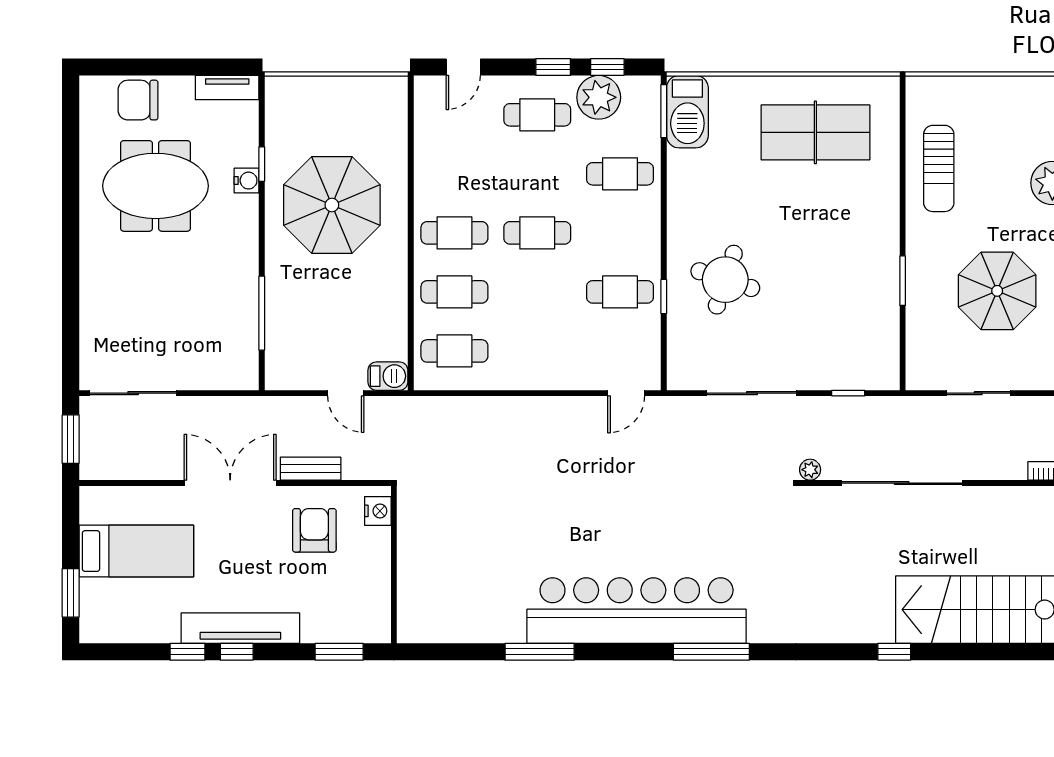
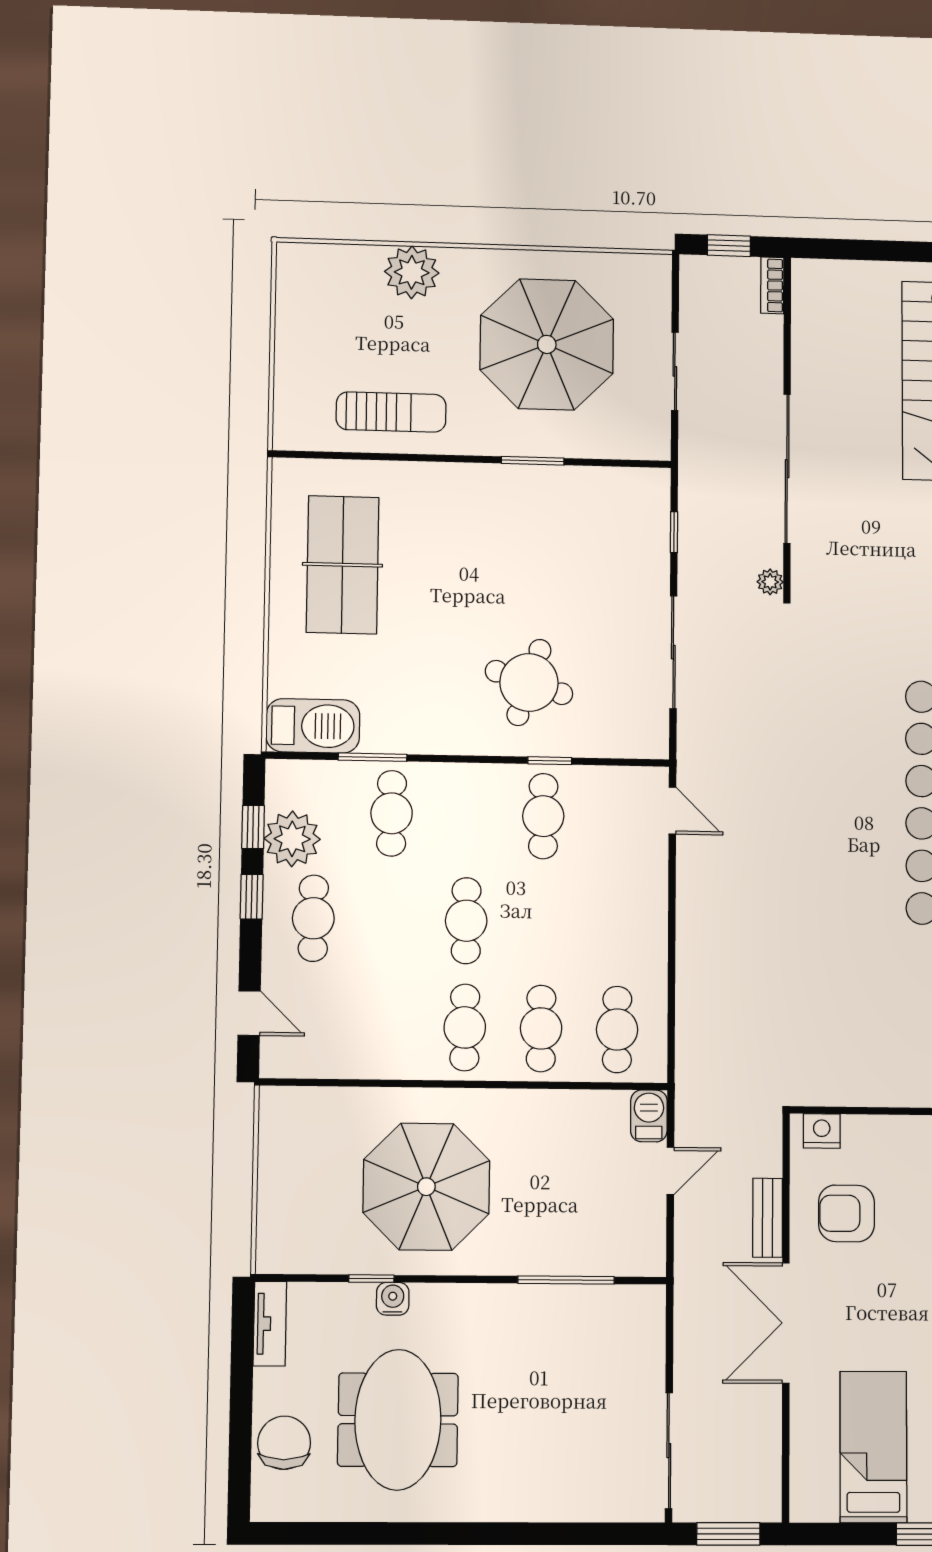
chair: (138, 100) -> (284, 1443), turned 180
window: (664, 111) -> (373, 757), moved
parasol: (997, 291) -> (547, 344), width x1.36, depth x1.36

